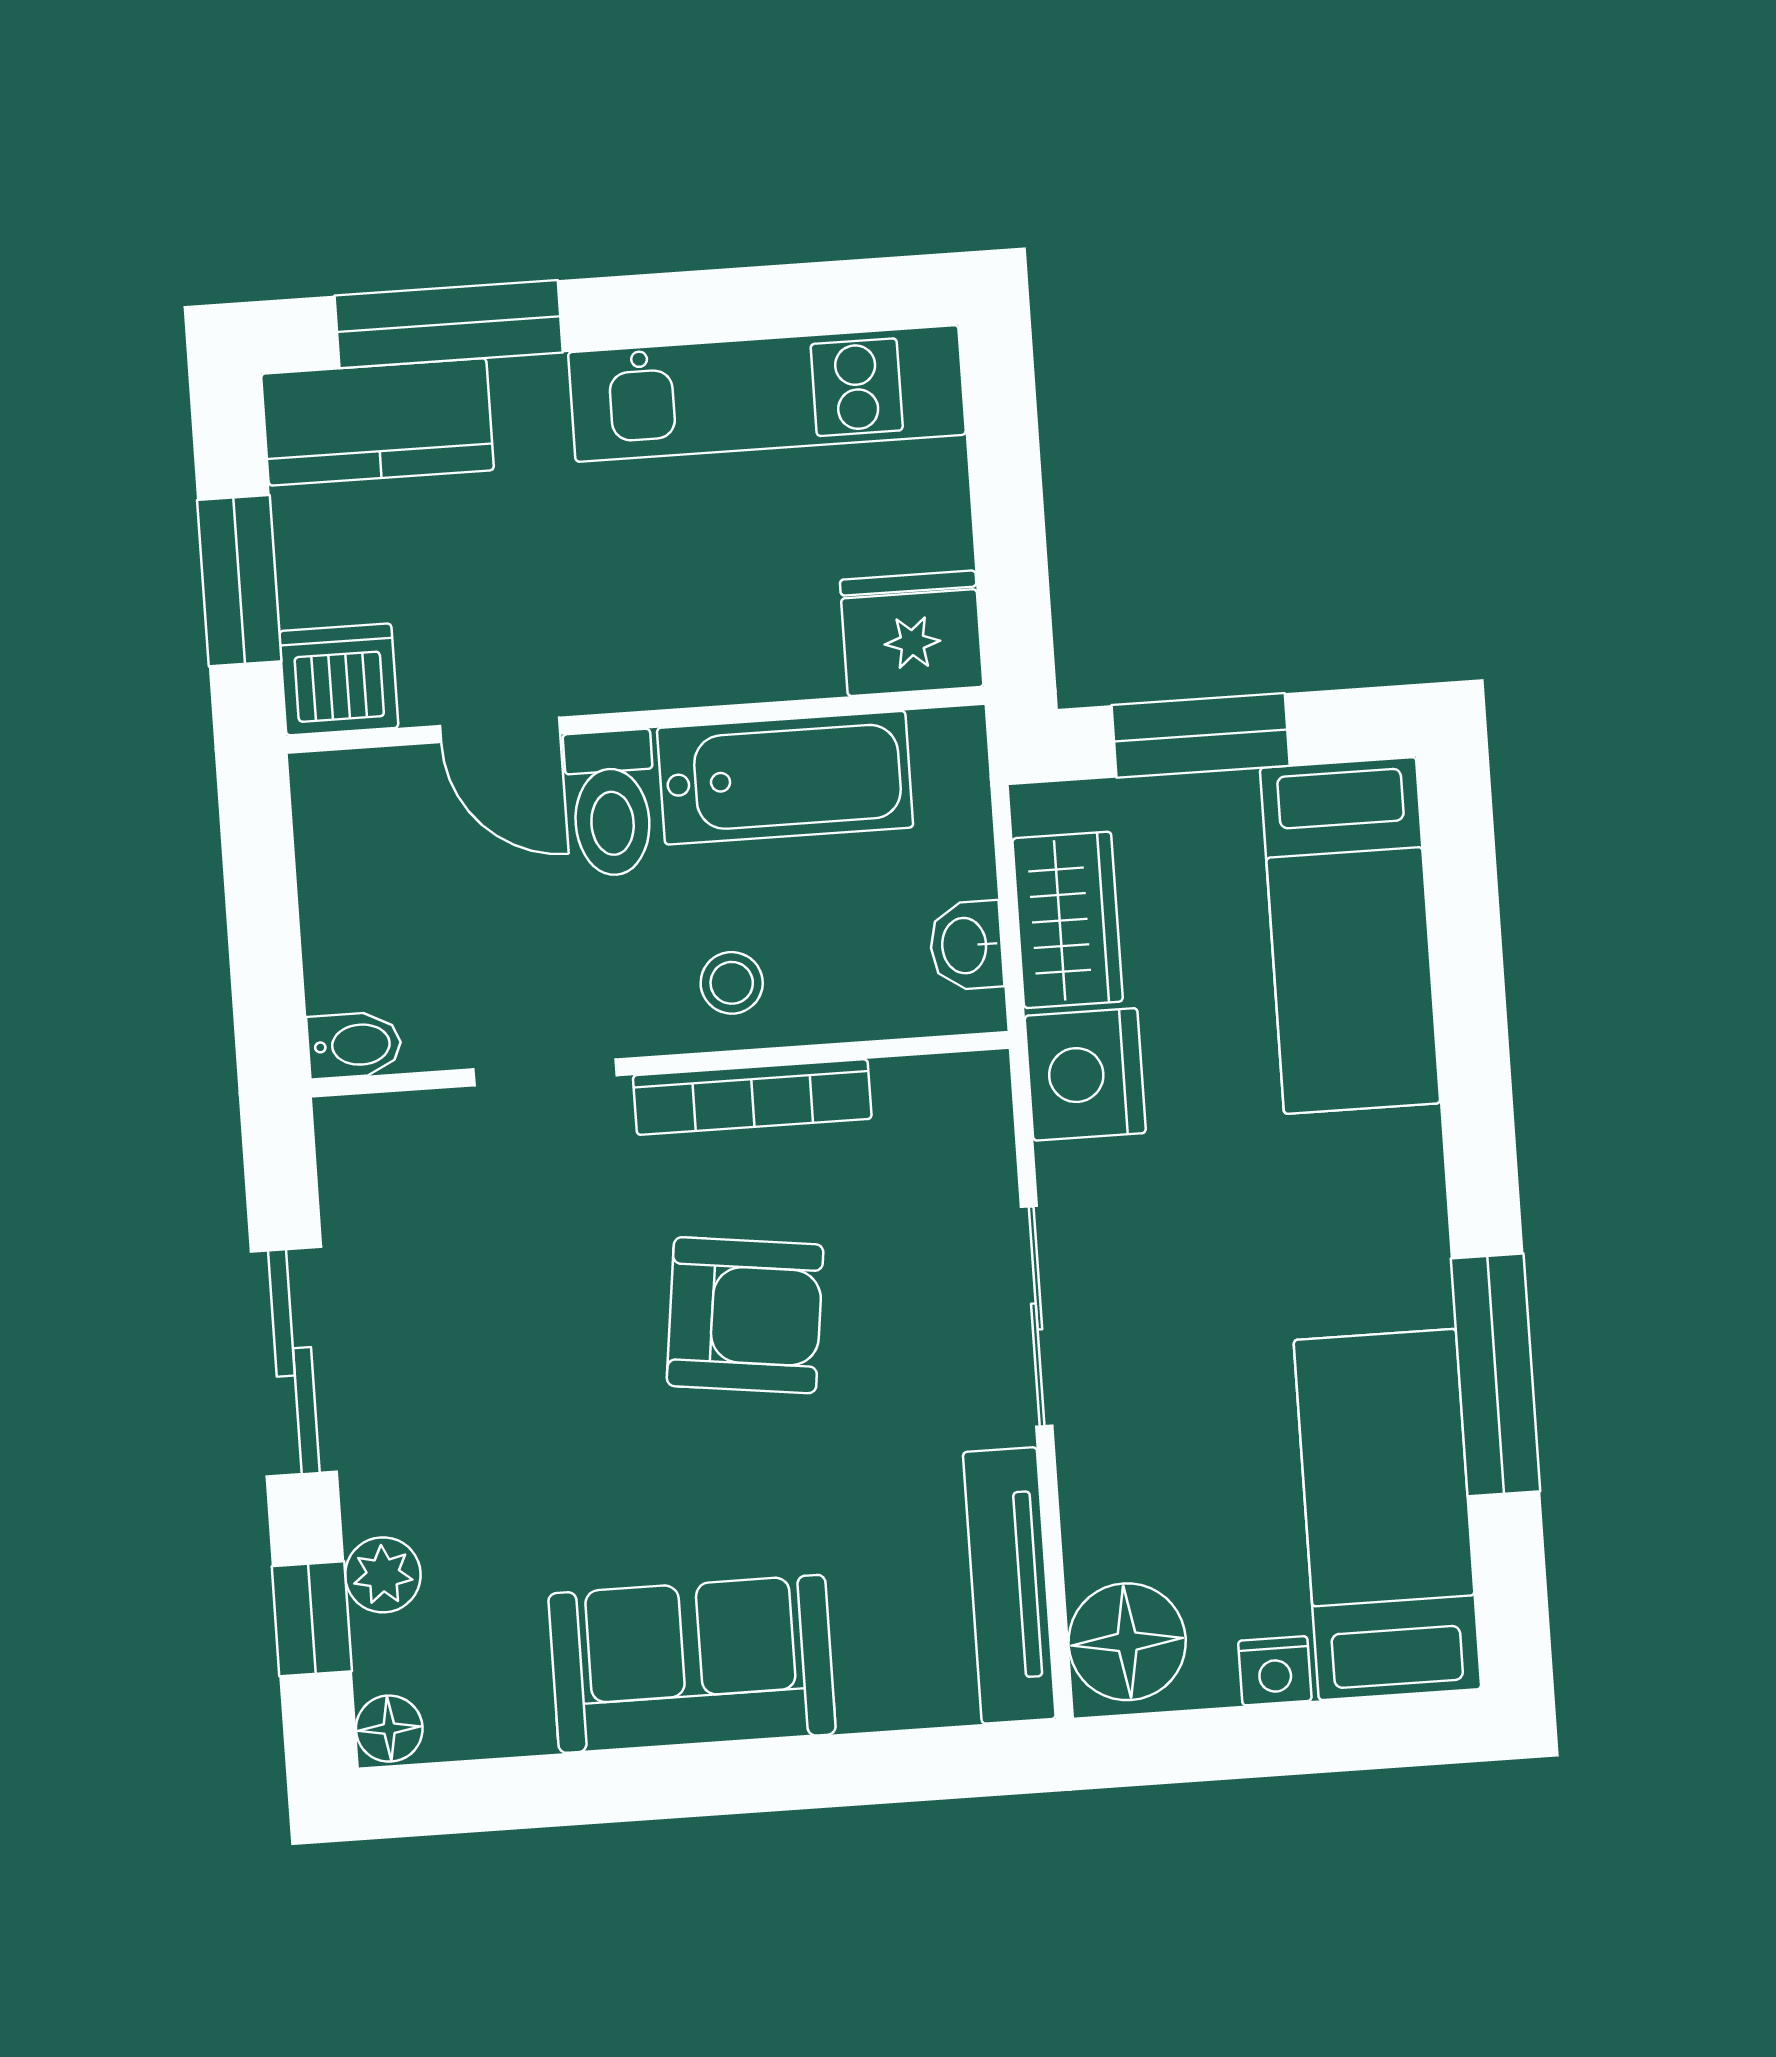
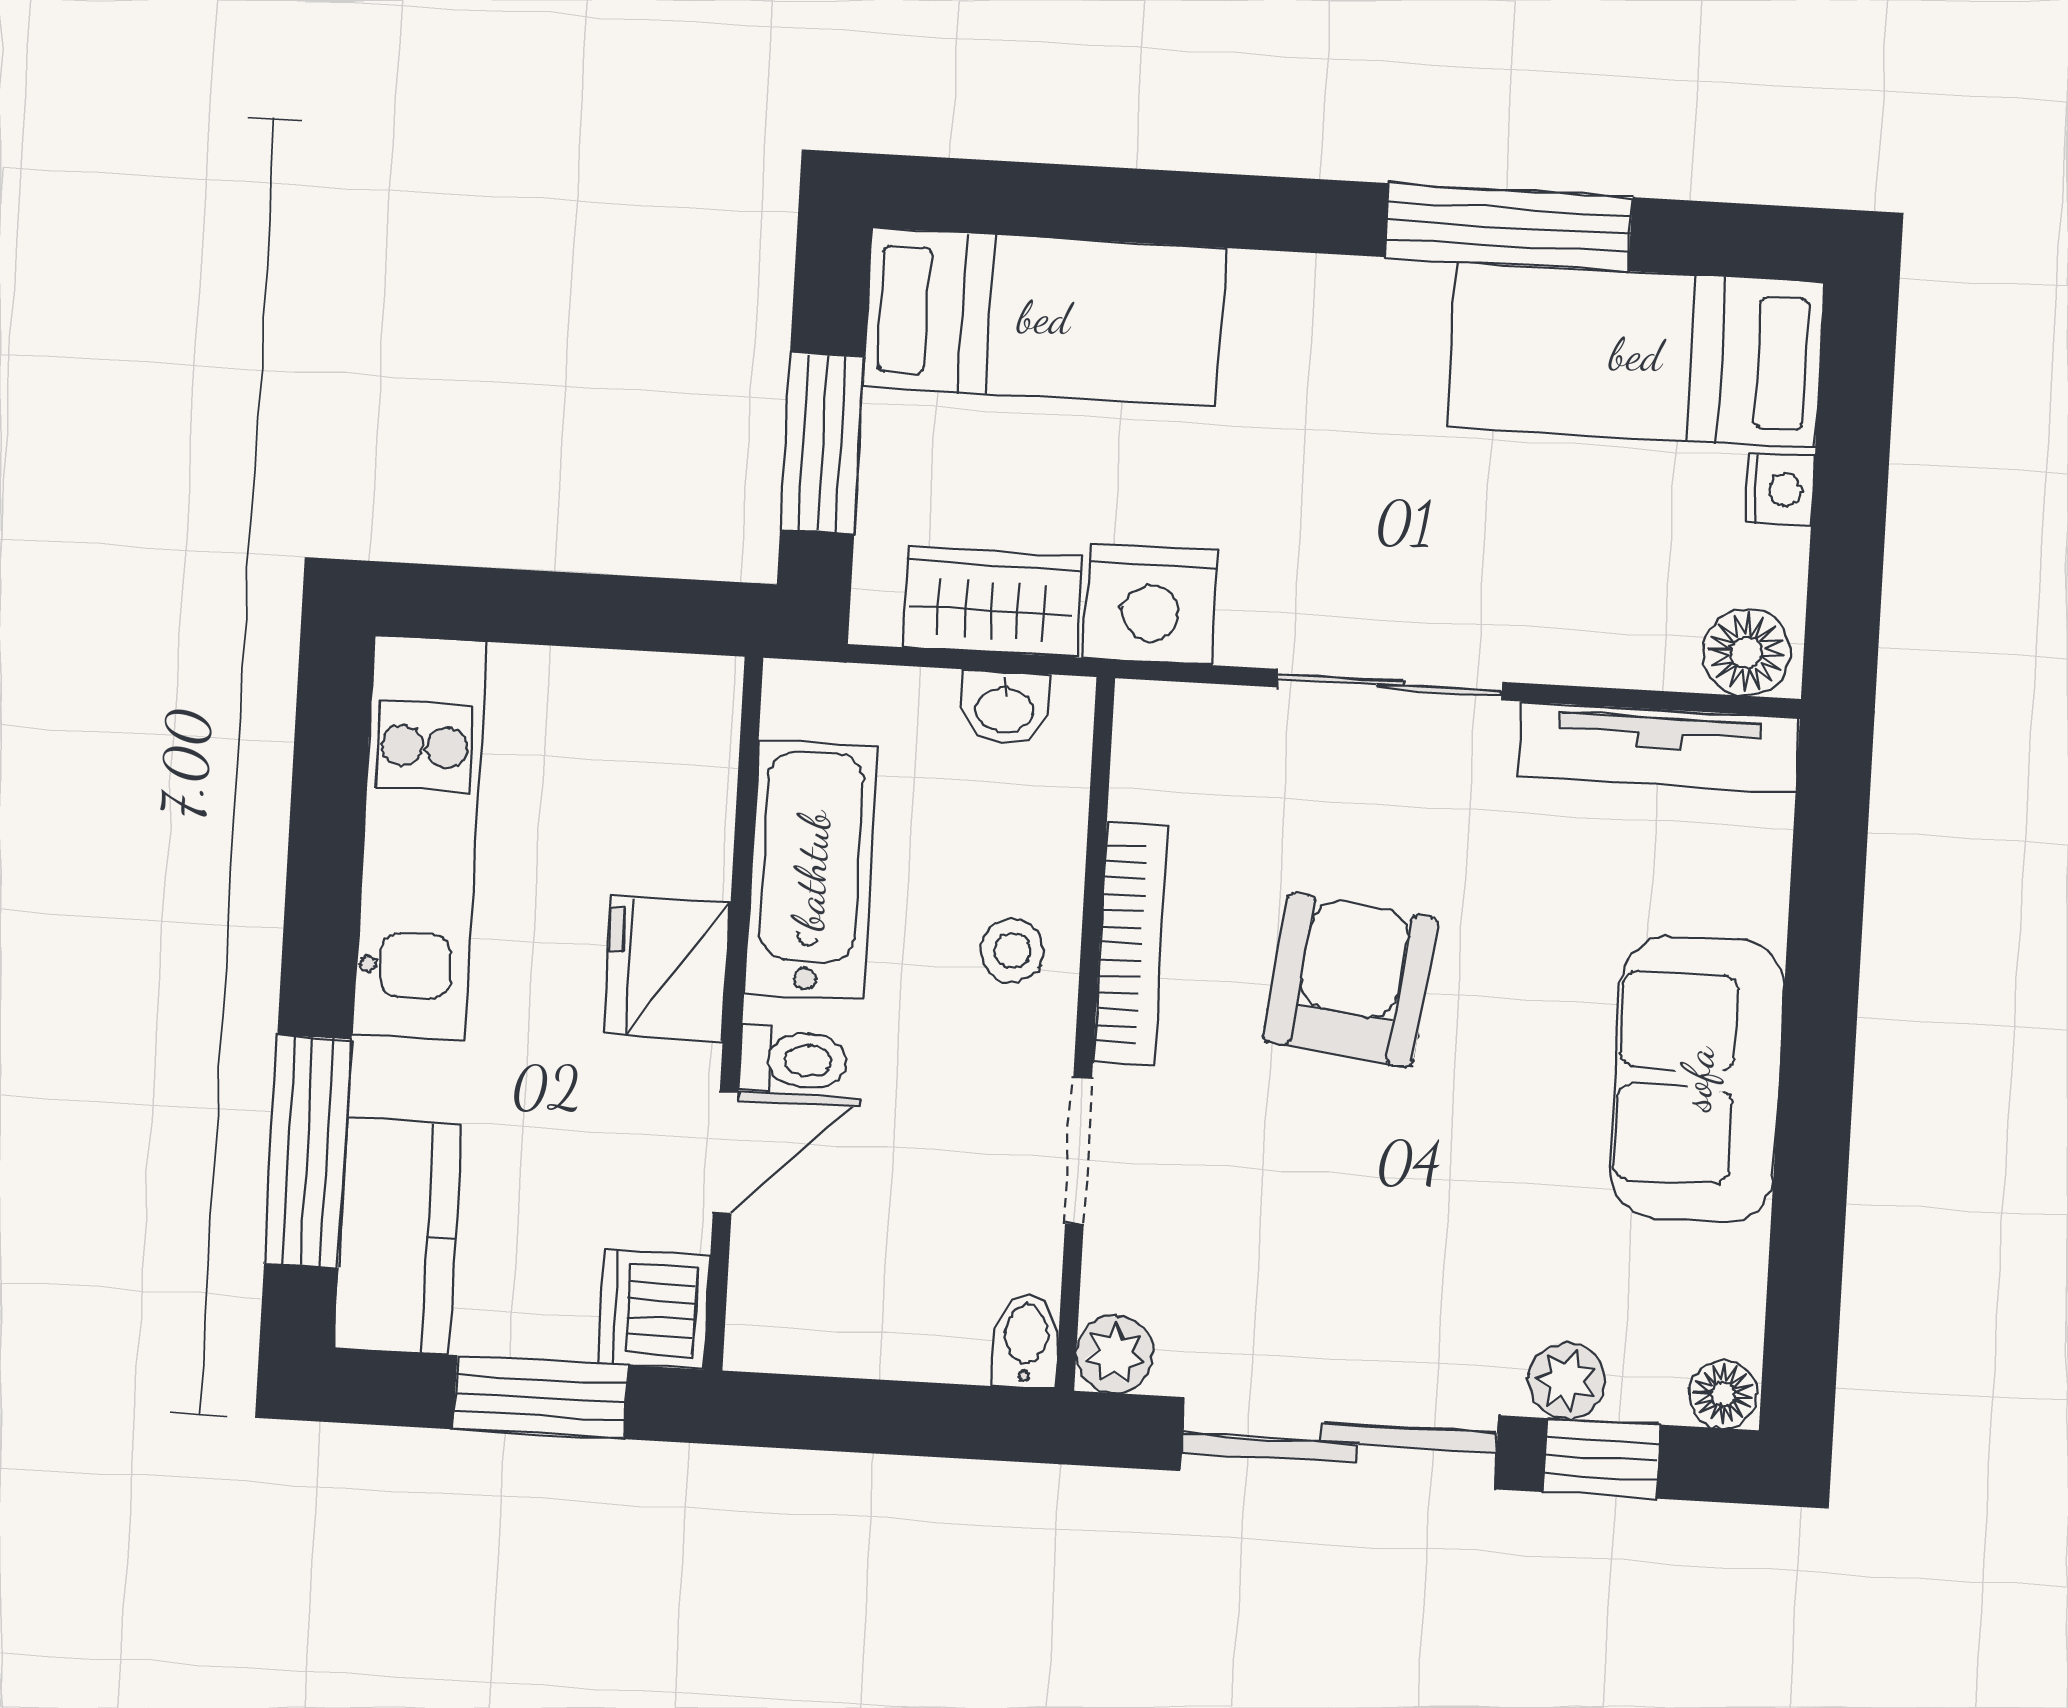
fridge: (912, 633) -> (667, 968), moved
toilet: (611, 803) -> (793, 1060), width x0.73, depth x0.72
plant: (352, 1133) -> (1115, 1354), added
sliding door: (294, 1362) -> (1339, 1443), width x1.37
floor lamp: (1127, 1642) -> (1746, 652), width x0.73, depth x0.73

